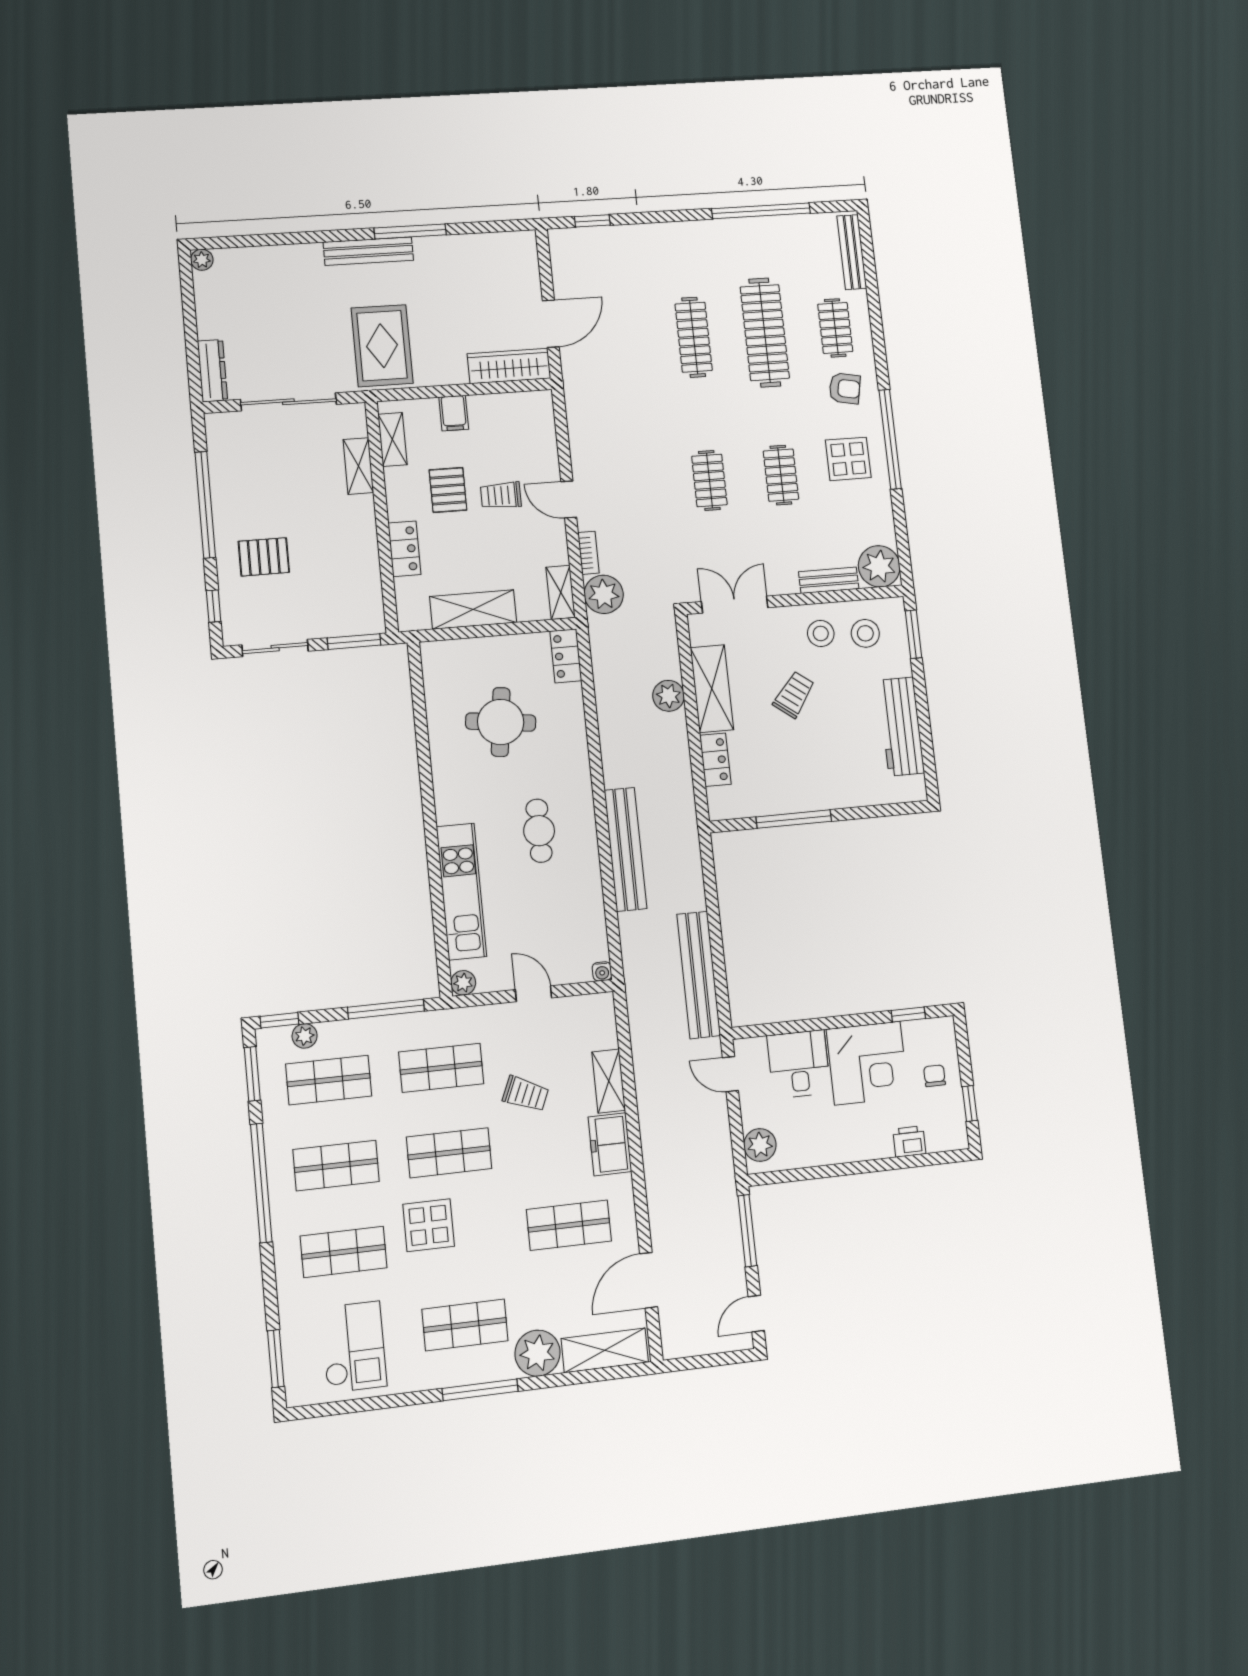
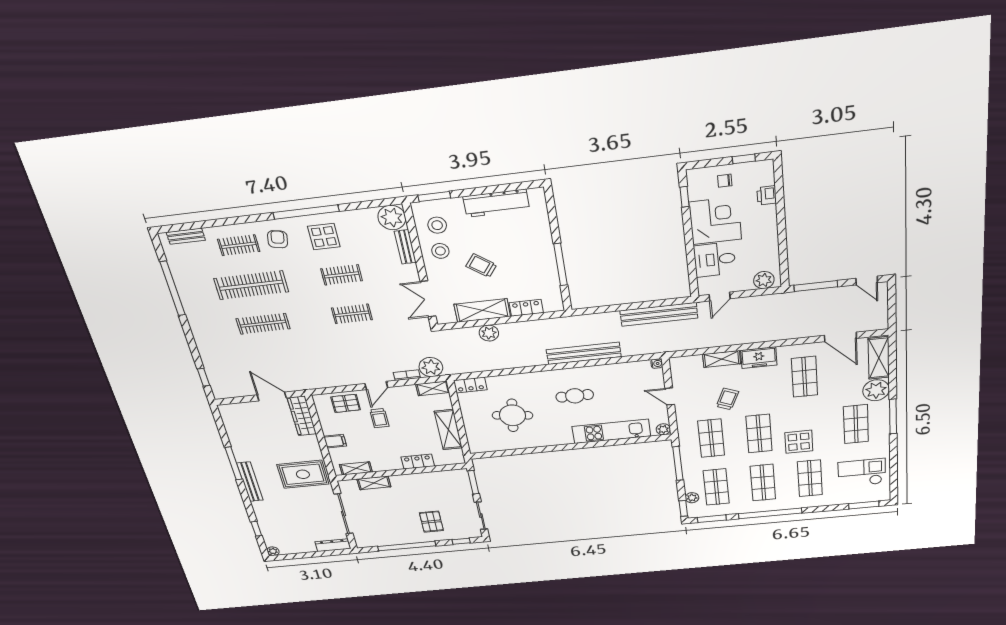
window: (258, 240) -> (256, 529), added
bench: (852, 252) -> (186, 236), width x0.73
pallet: (448, 490) -> (346, 403), moved
door: (534, 994) -> (670, 396), hinge flipped

